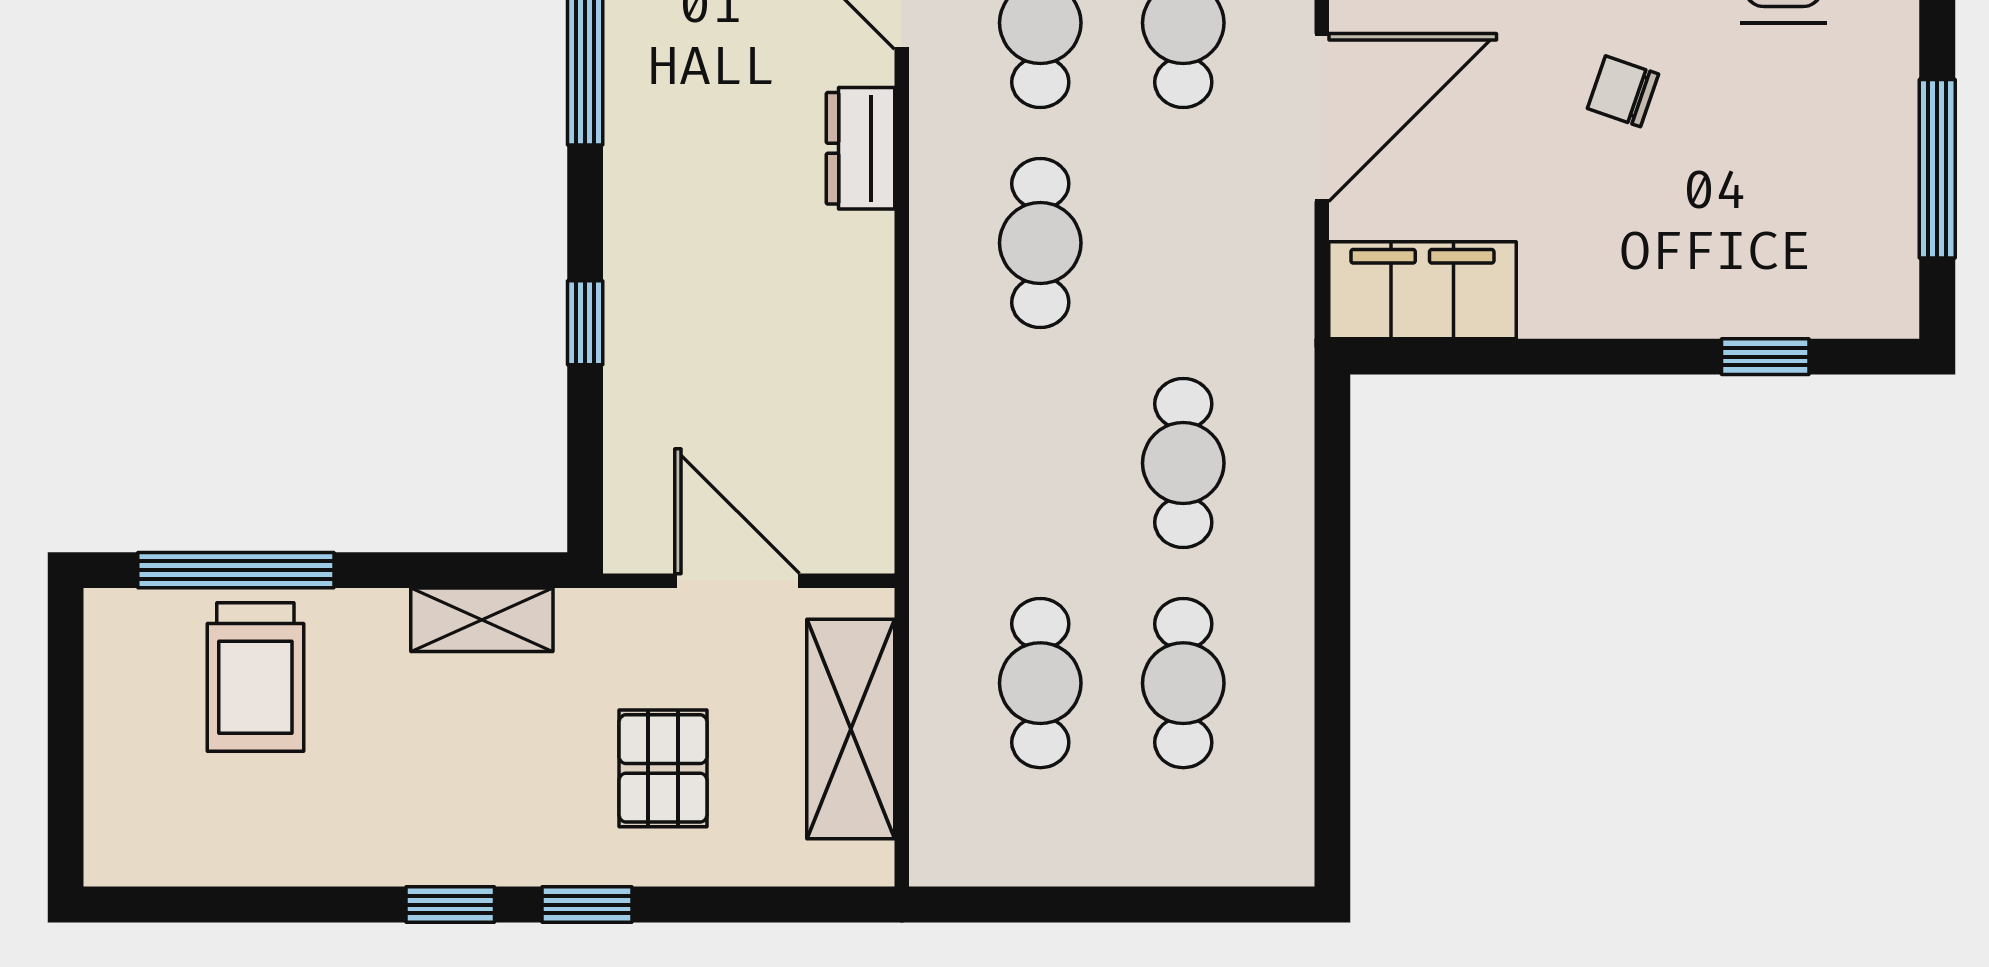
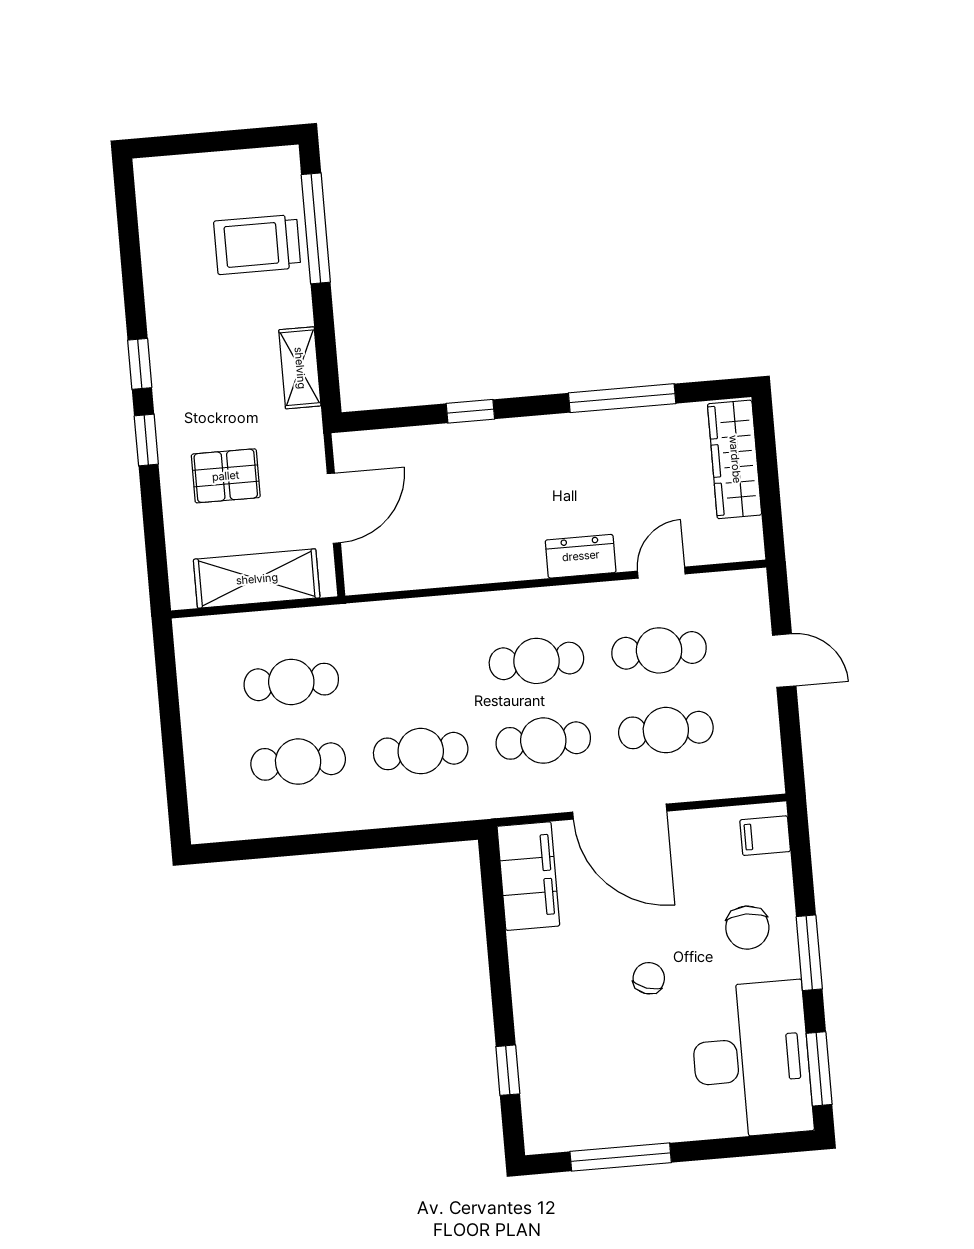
cafe table: (1183, 243) -> (543, 741), added

